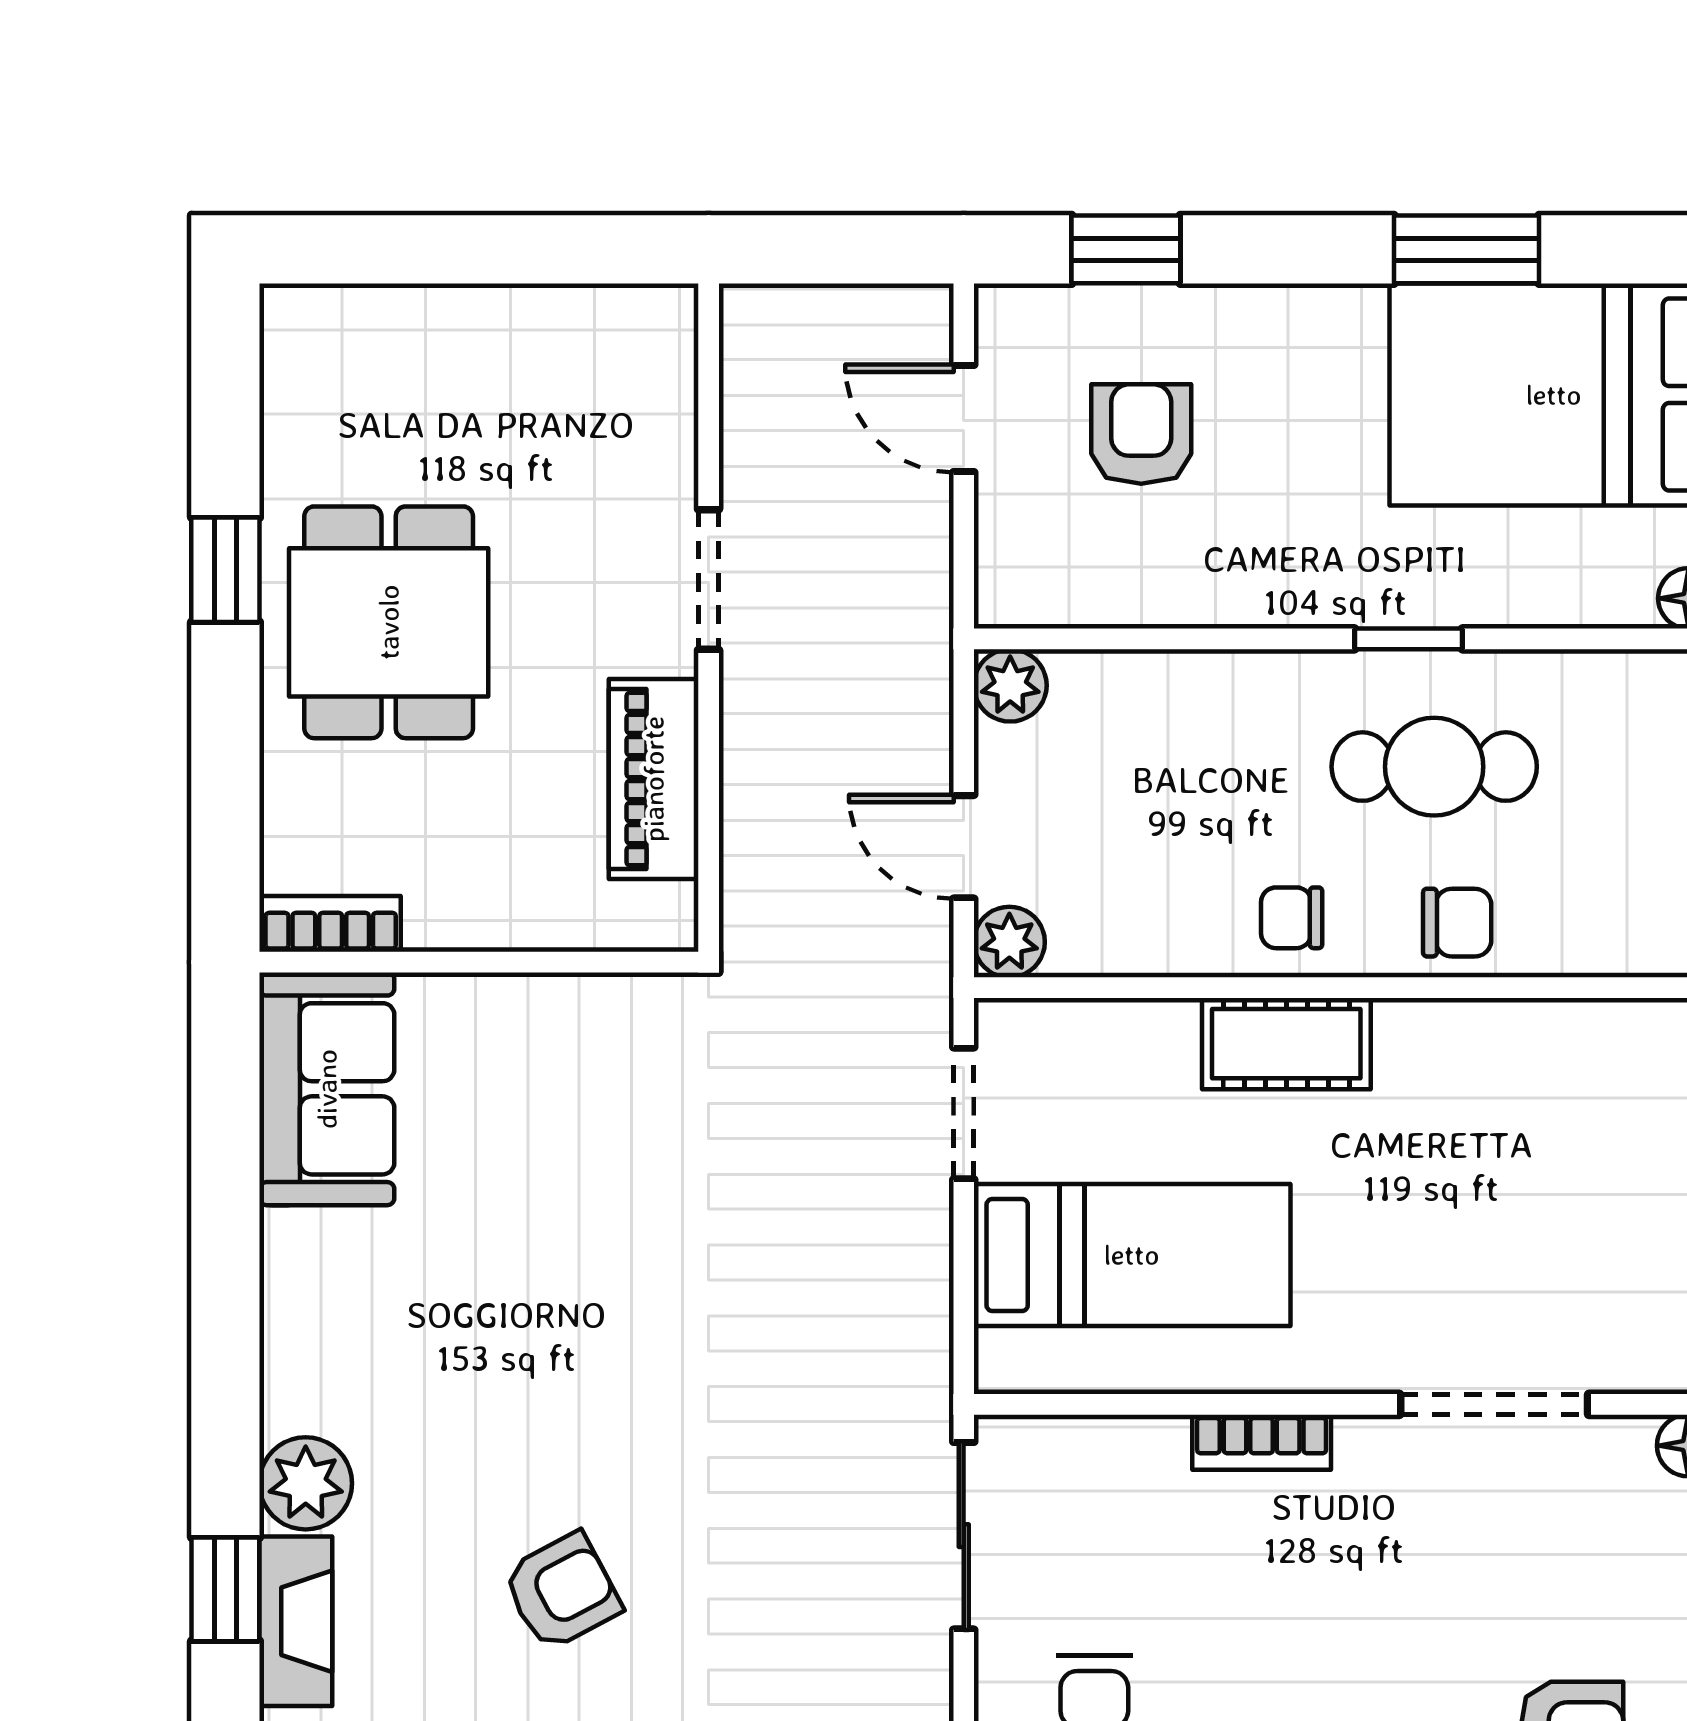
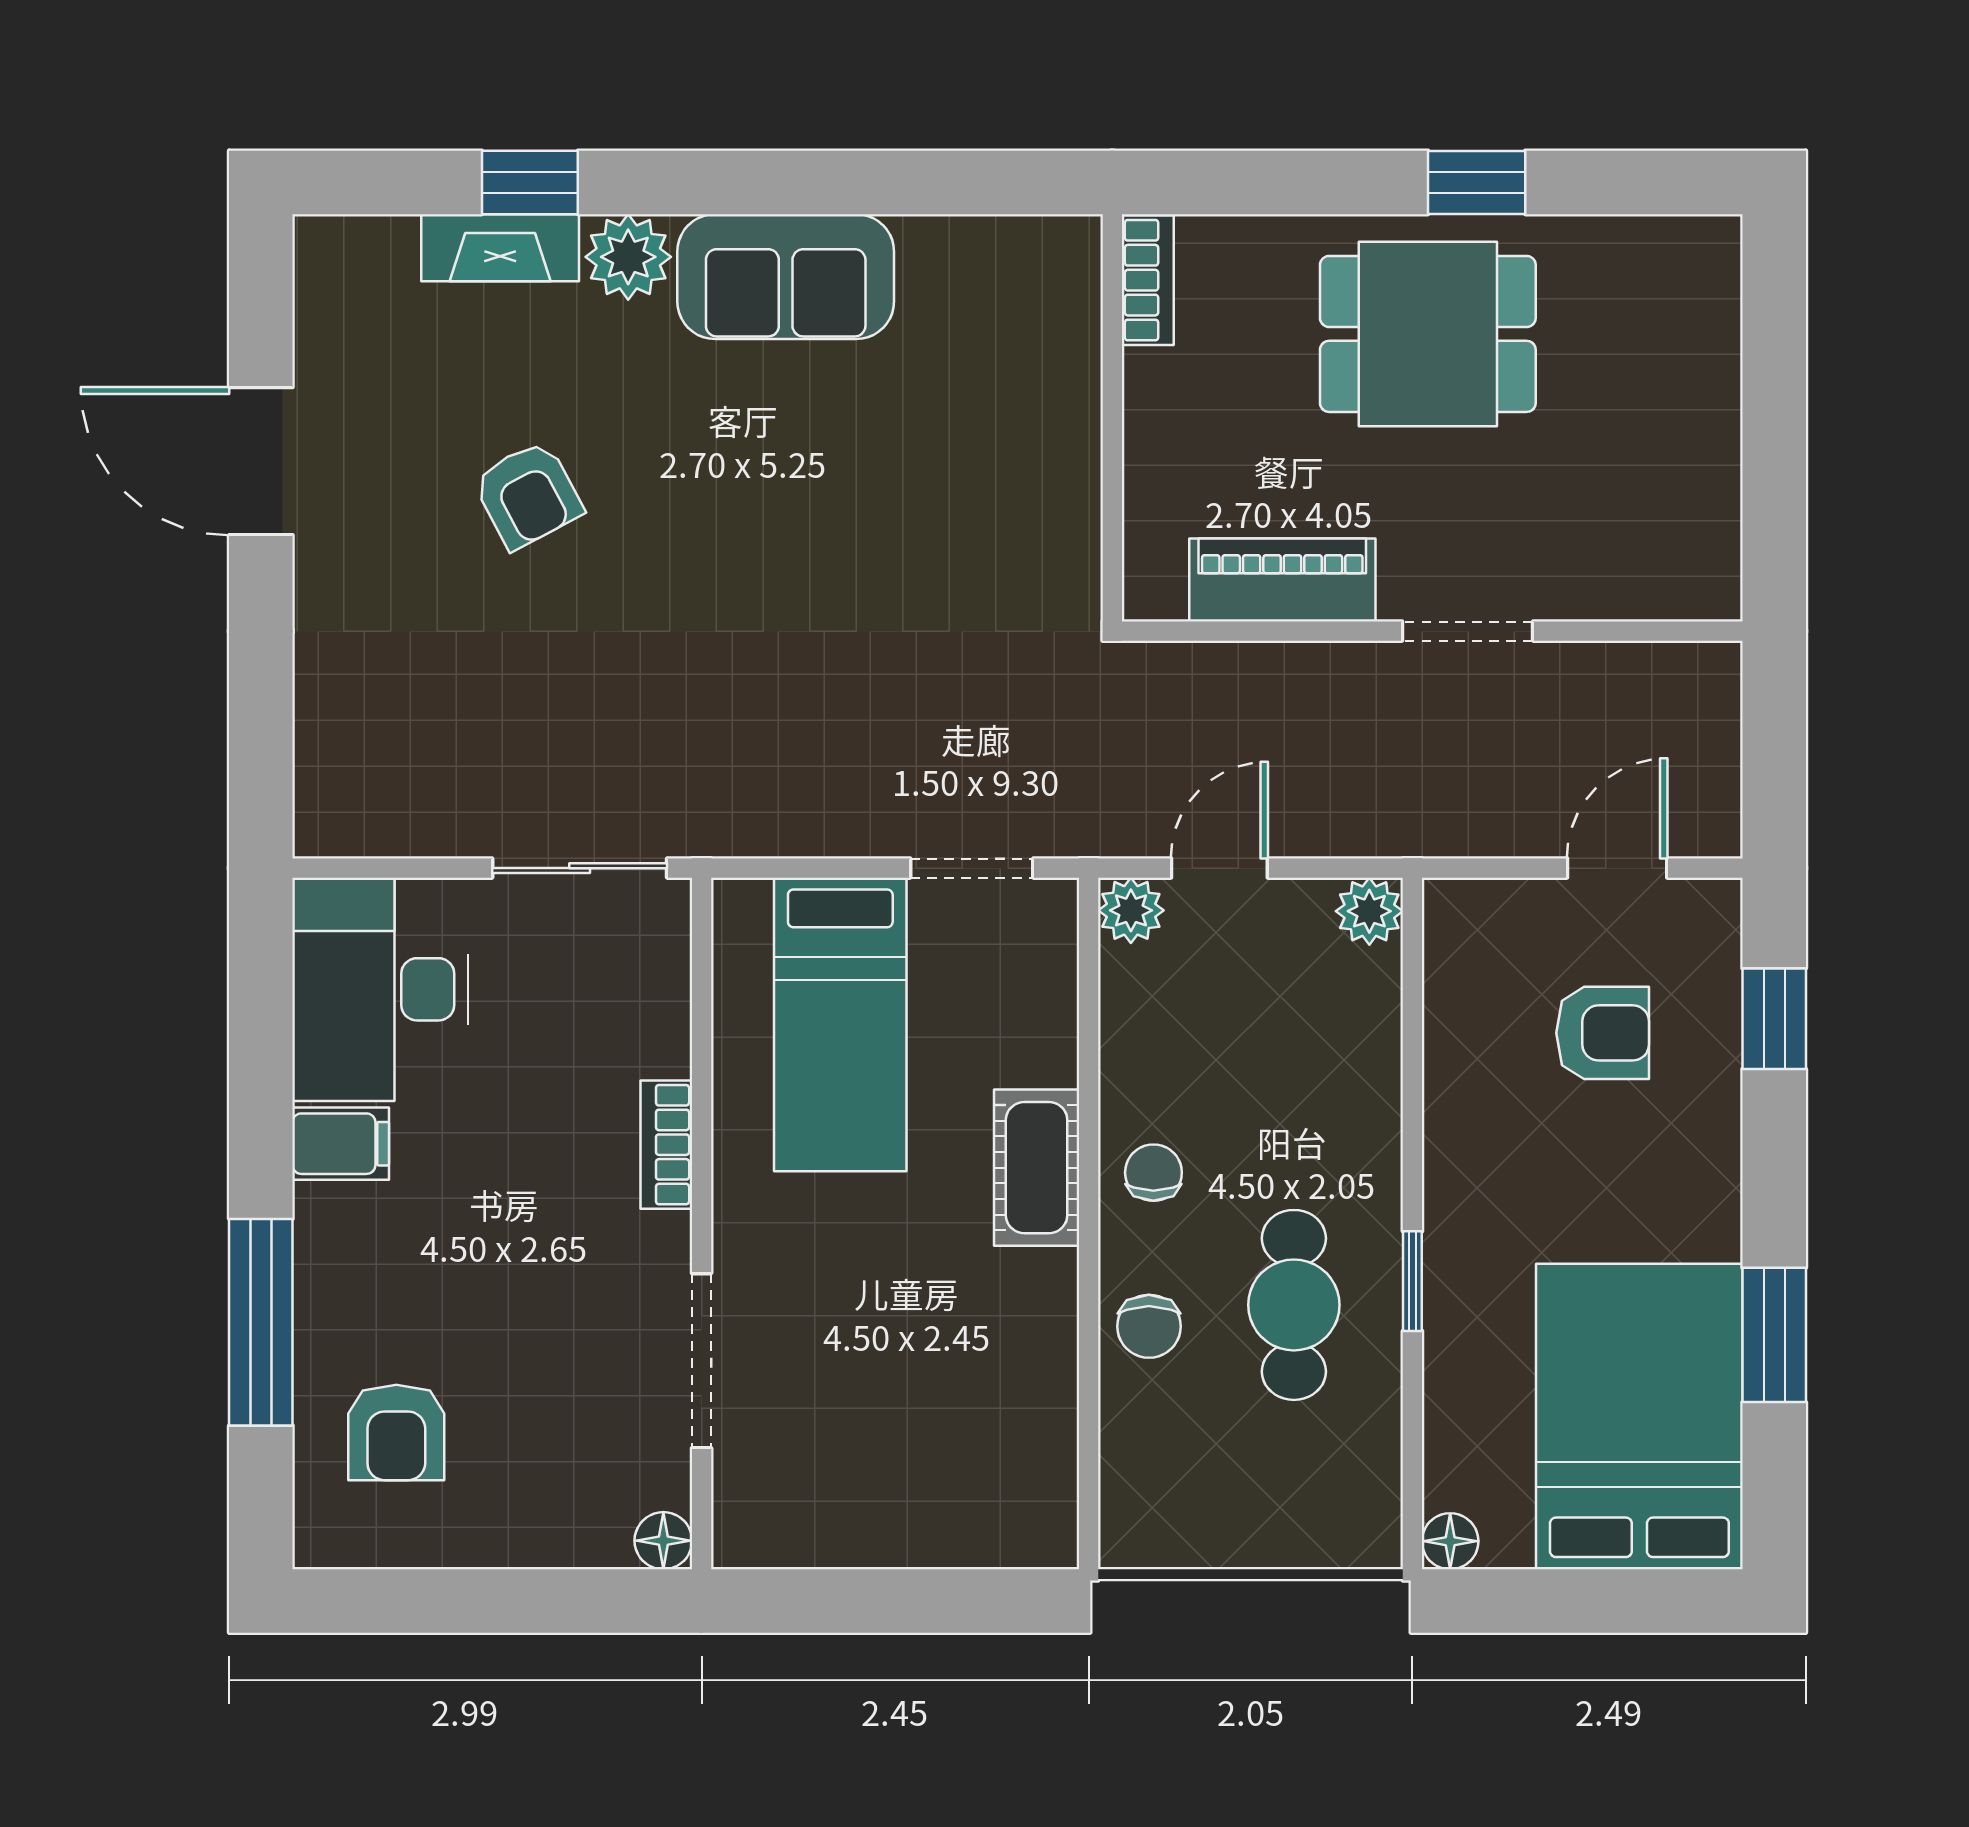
sofa: (327, 1089) -> (786, 277), moved

